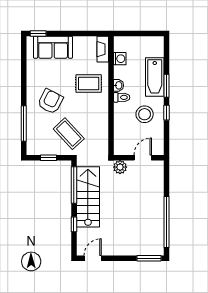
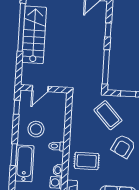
washbasin: (118, 85) -> (58, 170), moved
window: (167, 113) -> (17, 107), moved
plant: (120, 167) -> (62, 81), removed
stairs: (88, 197) -> (34, 35), moved, turned 180

